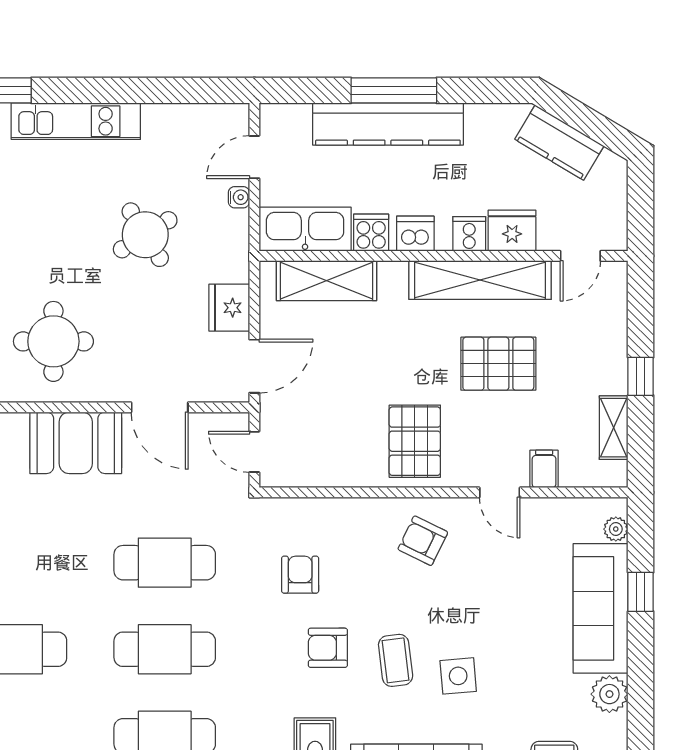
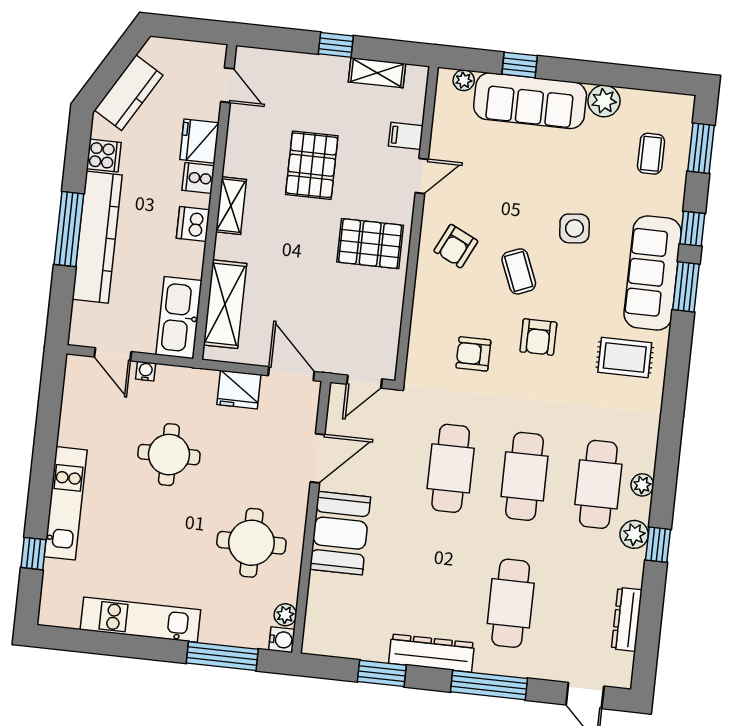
cooker: (371, 233) -> (104, 156), moved, turned 180
round table: (145, 235) -> (169, 455), turned 32
shelving: (480, 280) -> (231, 206), width x0.45, depth x0.75
coffee table: (396, 660) -> (519, 271), moved, turned 75

